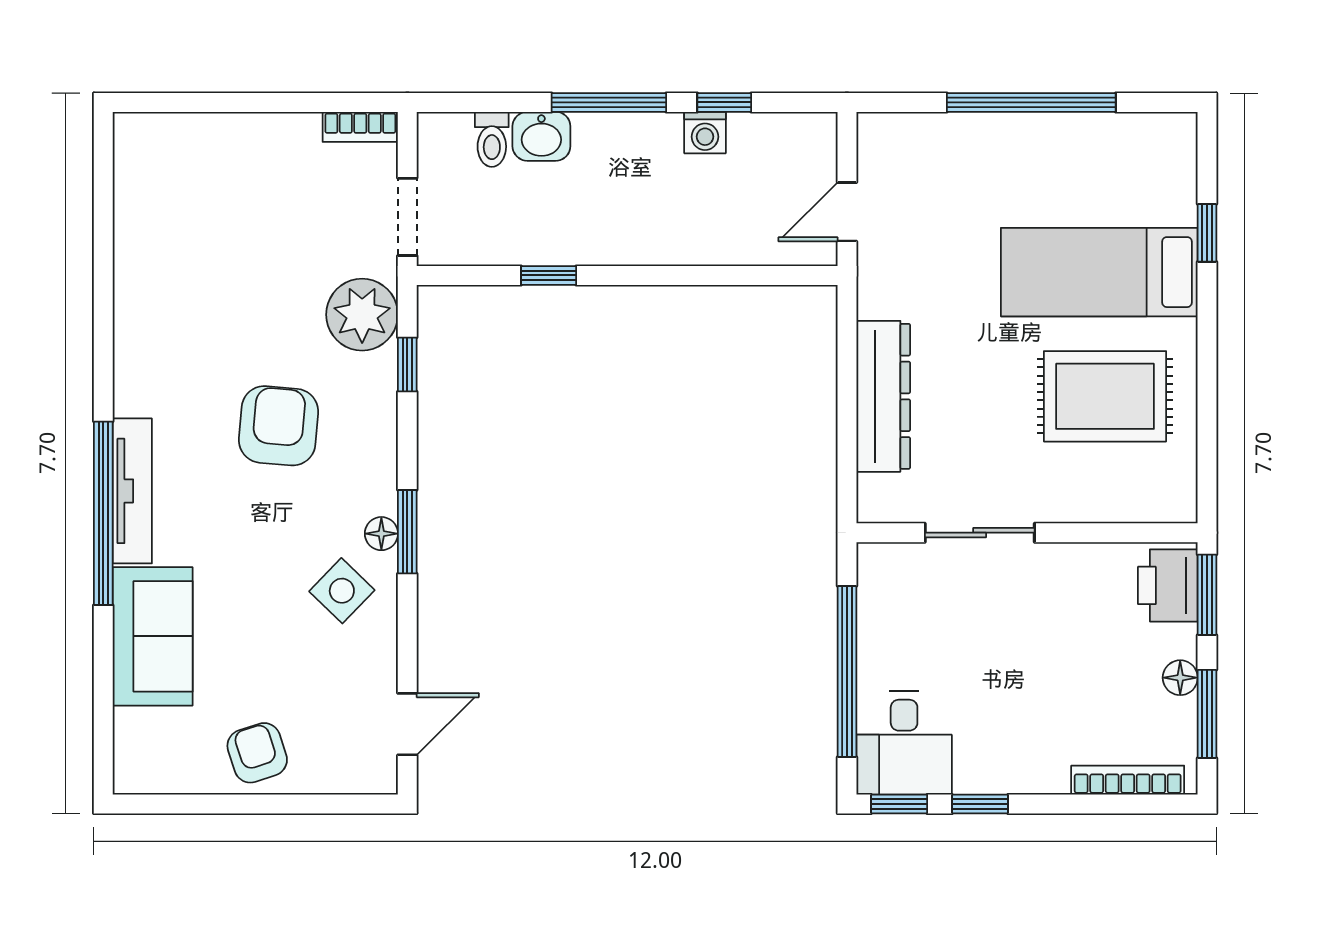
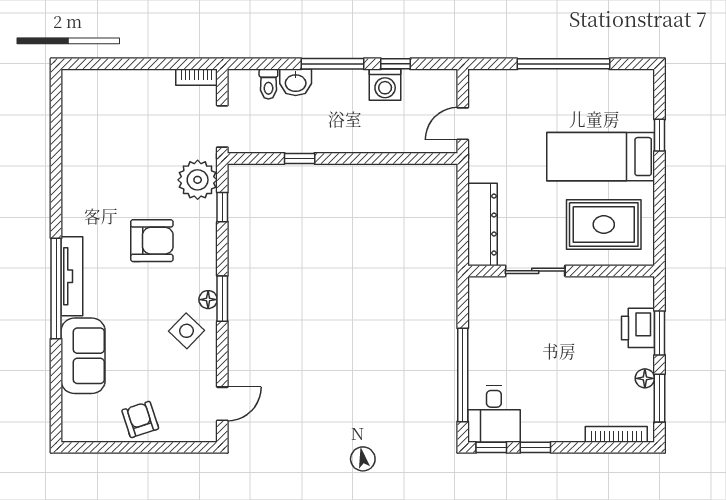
washing machine: (705, 133) -> (385, 85), width x1.38, depth x1.38
armchair: (279, 426) -> (152, 241), turned 85
sliding door: (980, 533) -> (535, 271), moved
wall: (1027, 533) -> (561, 271), moved

